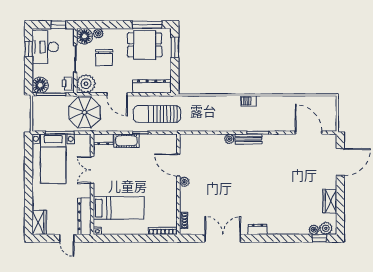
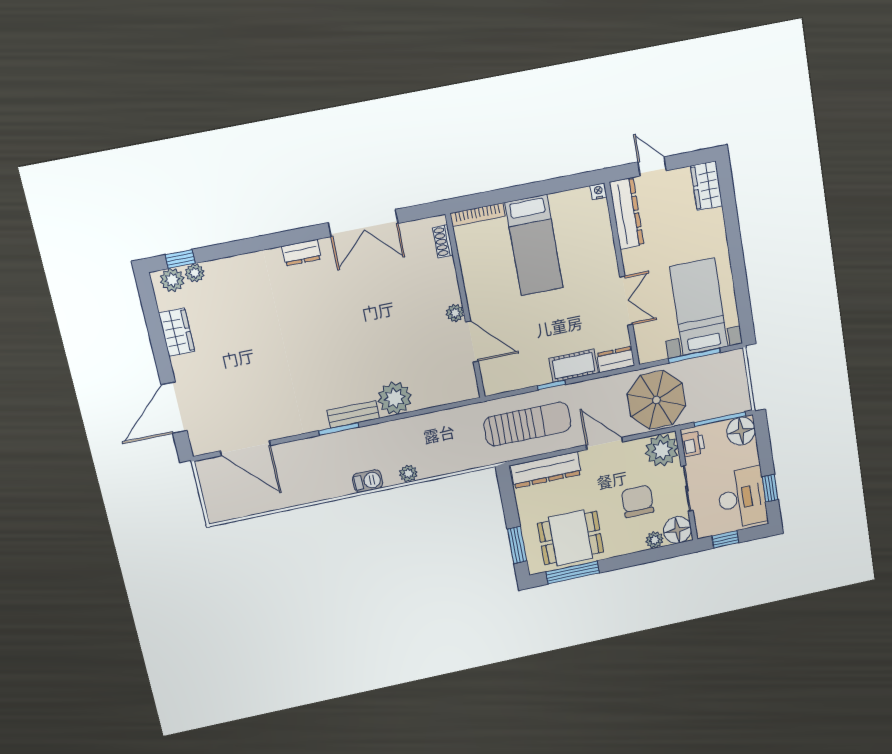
plant: (226, 100) -> (408, 474), added
plant: (229, 139) -> (395, 398), width x1.87, depth x1.87
bed: (119, 208) -> (534, 245), moved, turned -90

